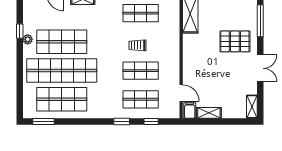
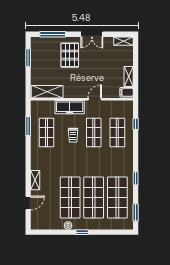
window: (20, 31) -> (82, 232), moved
freezer: (171, 41) -> (70, 107), added
double door: (260, 68) -> (92, 34), swing flipped
shop shelf: (62, 71) -> (94, 197), width x0.71
door: (181, 93) -> (95, 99), moved
window: (122, 122) -> (136, 178), moved

